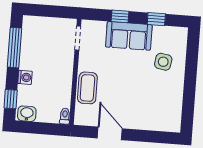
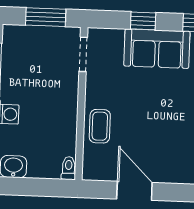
window: (53, 11) -> (46, 17), added
coffee table: (87, 88) -> (100, 126), width x0.73, depth x0.77

